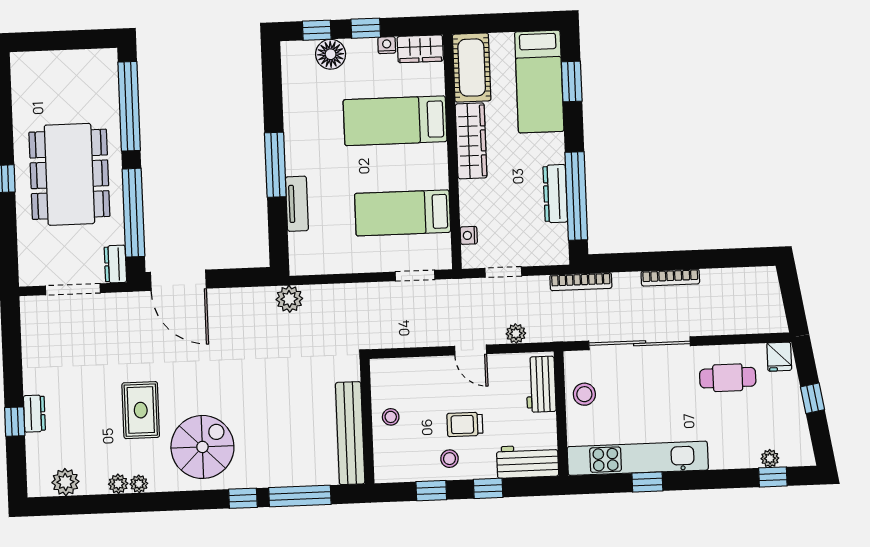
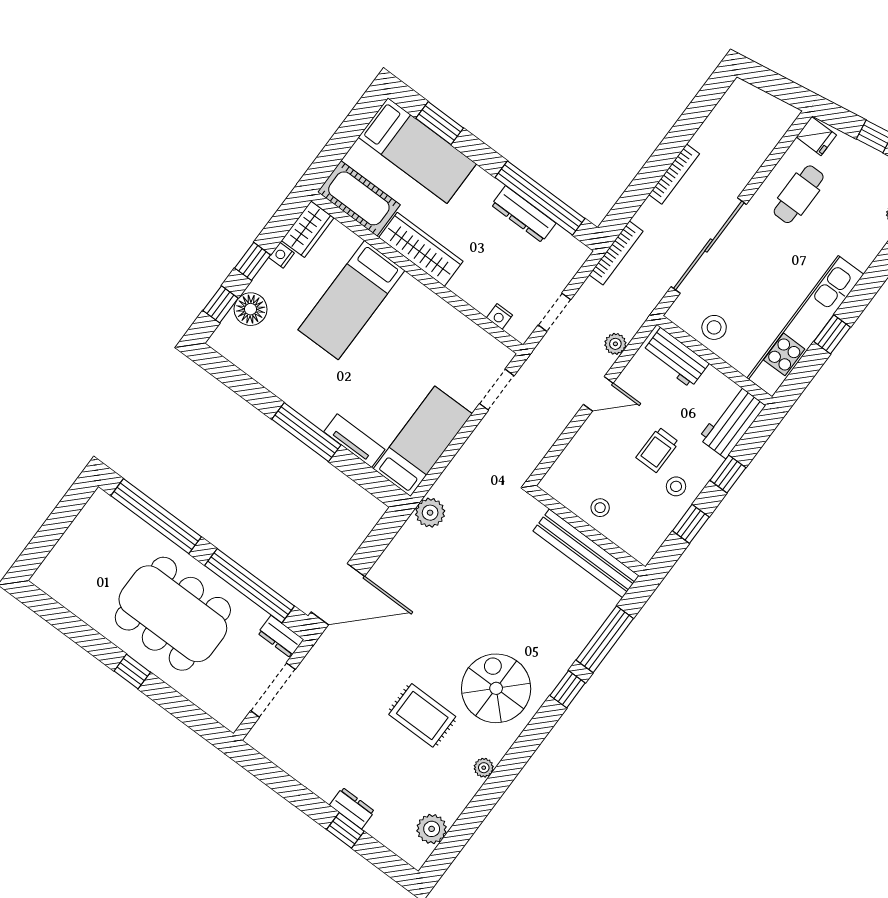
bed: (403, 213) -> (423, 441), moved, turned 180
plant: (118, 484) -> (469, 785), removed

